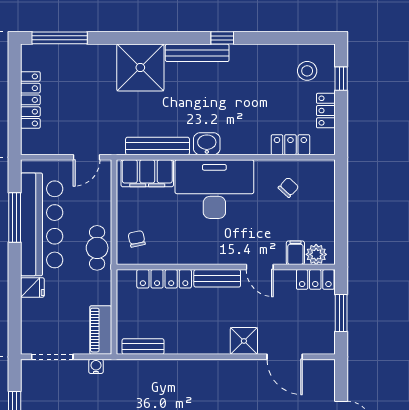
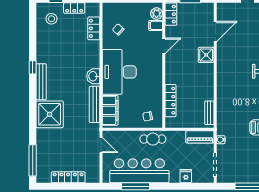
bench: (217, 278) -> (170, 70), removed
fridge: (32, 287) -> (186, 176), moved

